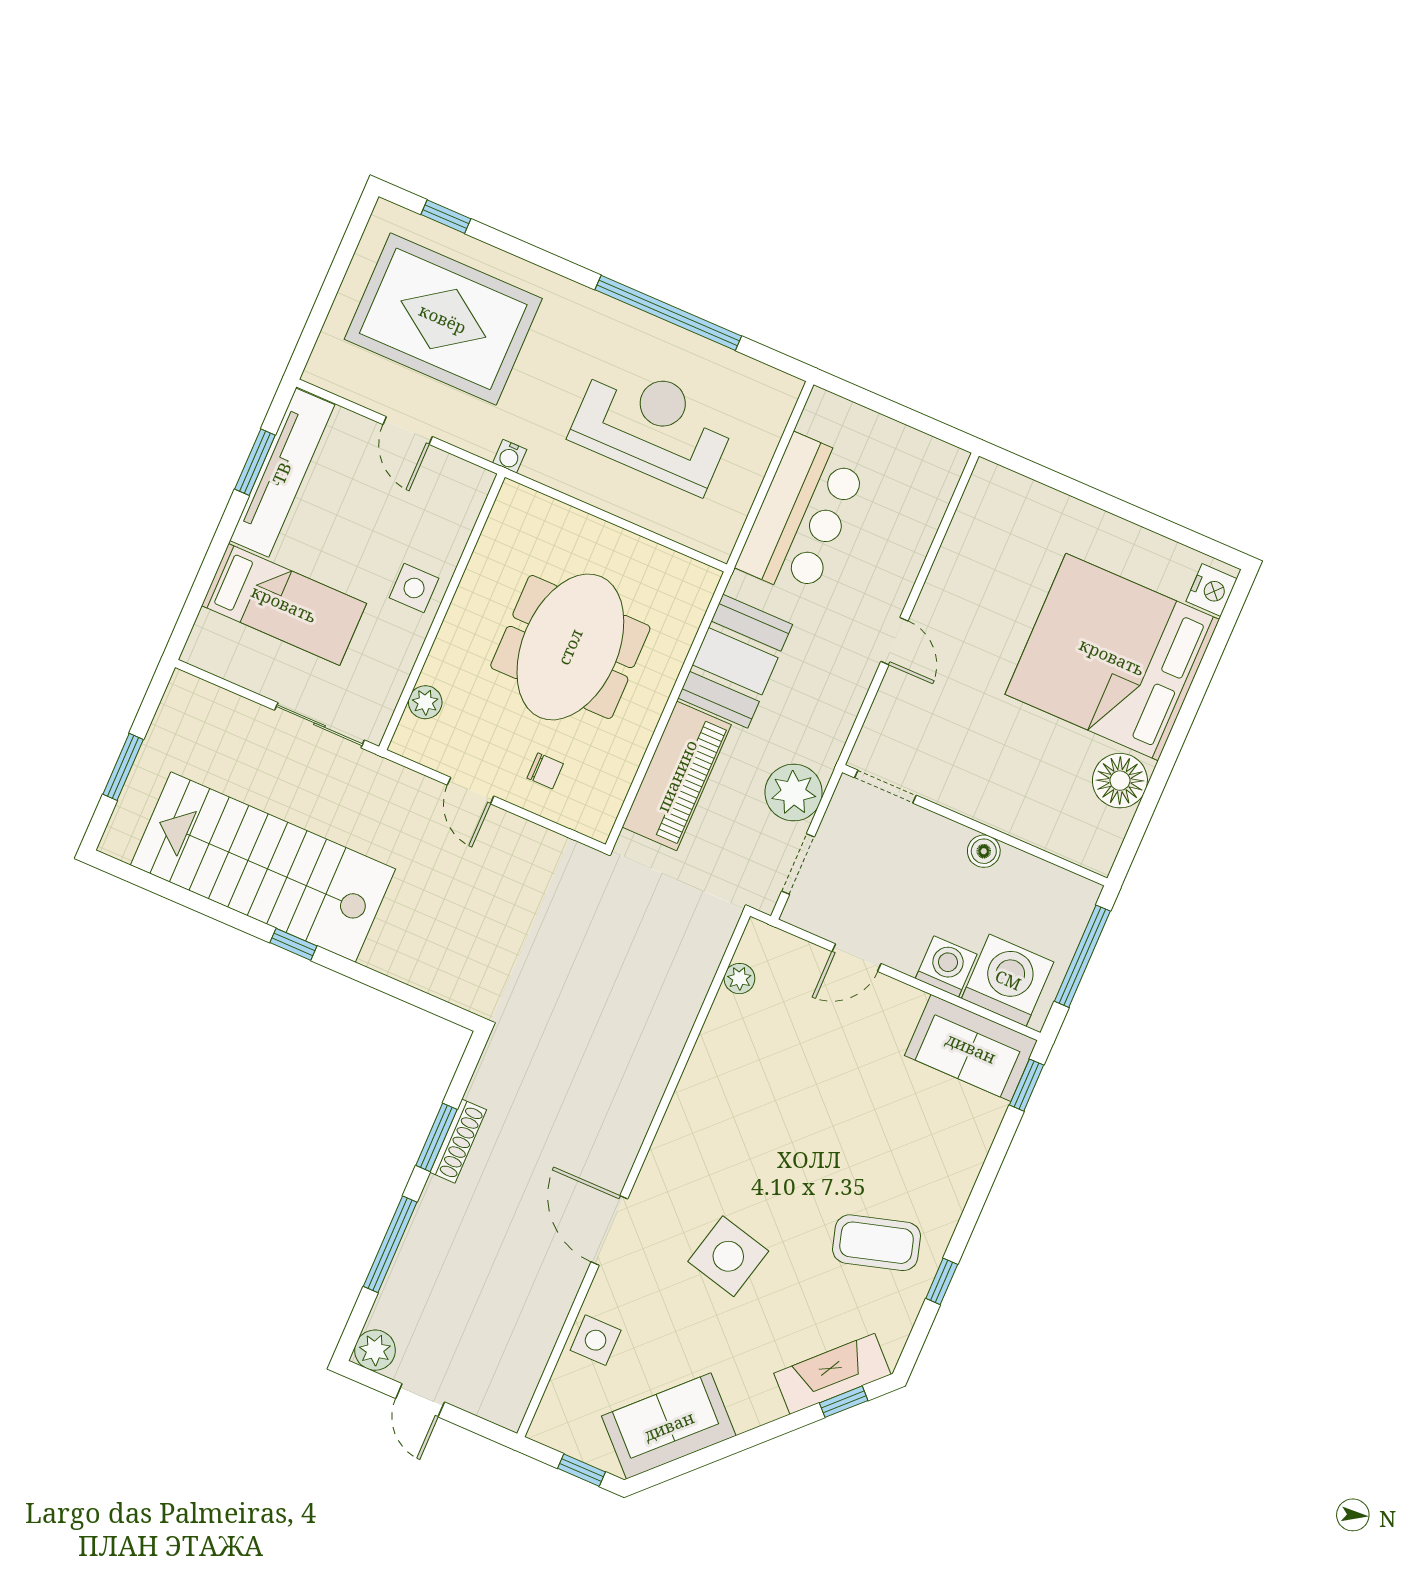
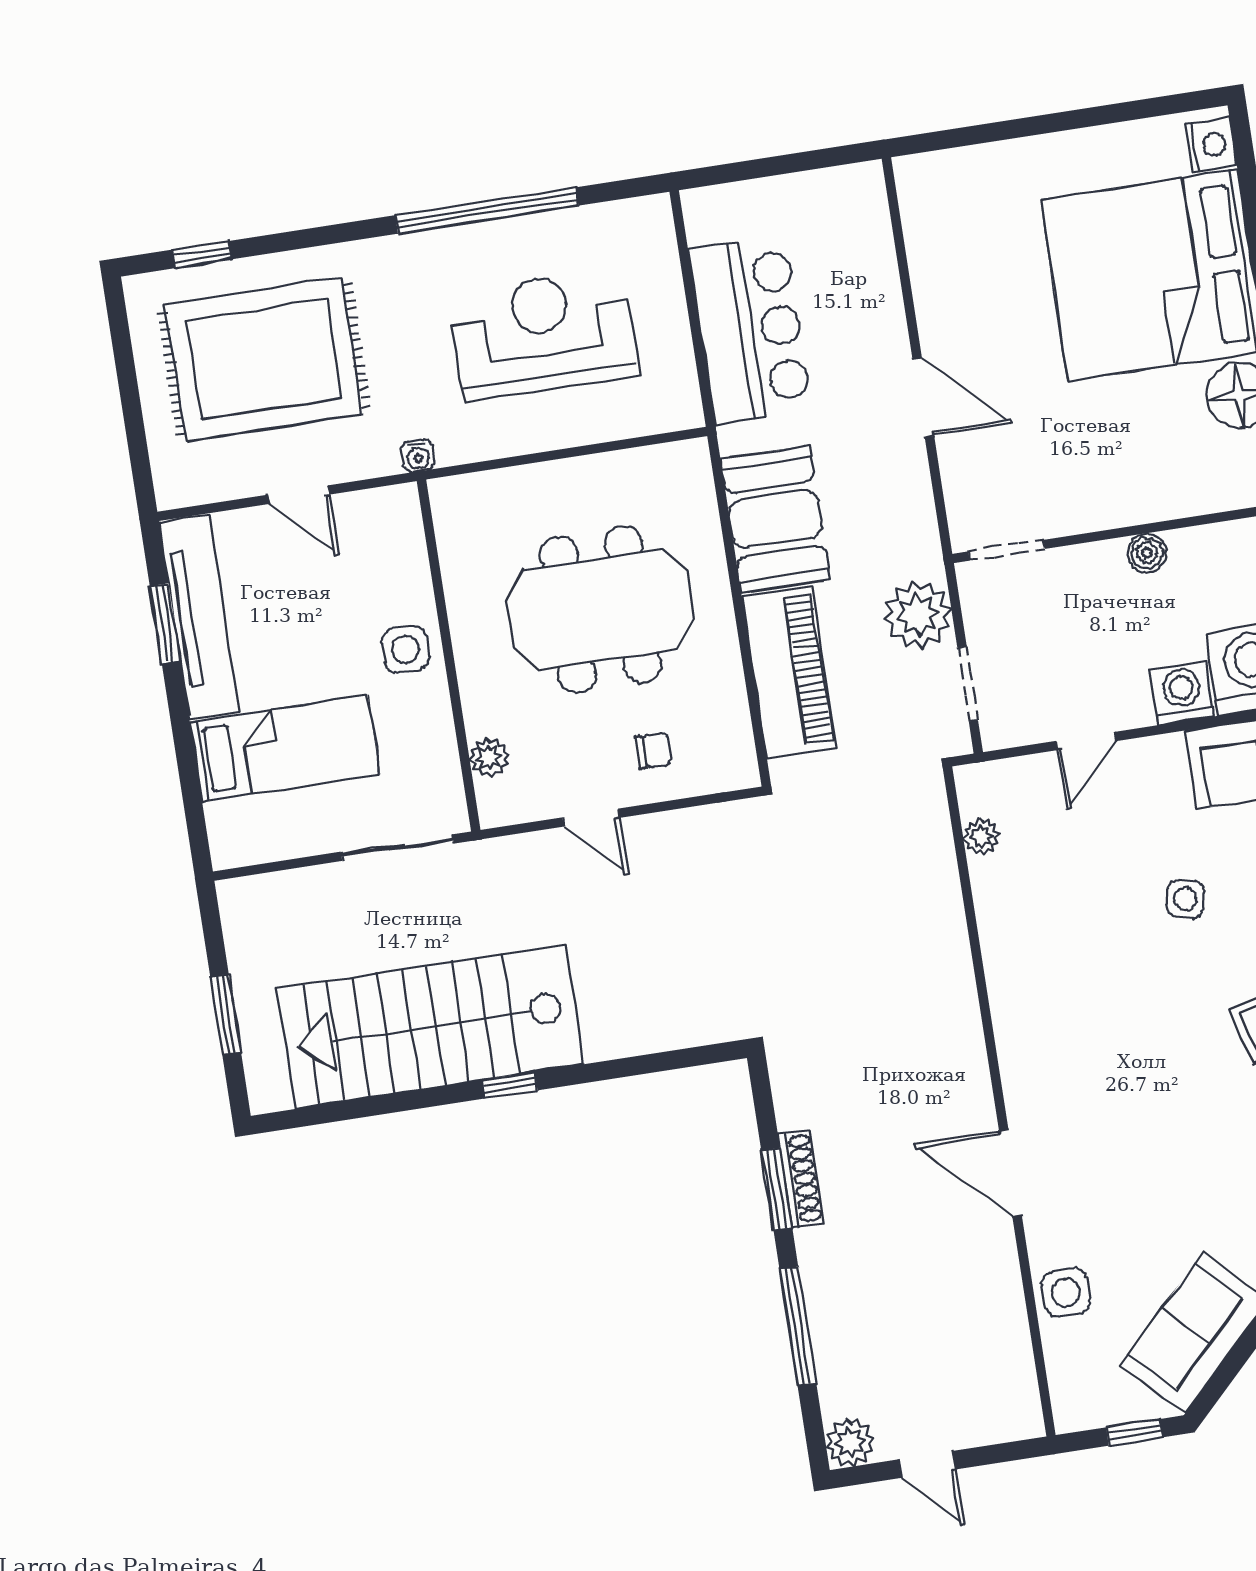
door: (894, 641) -> (923, 398), width x1.38
meeting table: (570, 647) -> (600, 609), turned 90
side table: (728, 1256) -> (1185, 899), moved, width x0.54, depth x0.54

